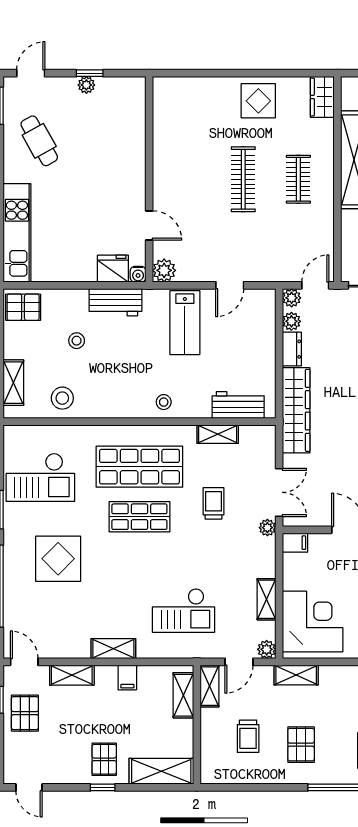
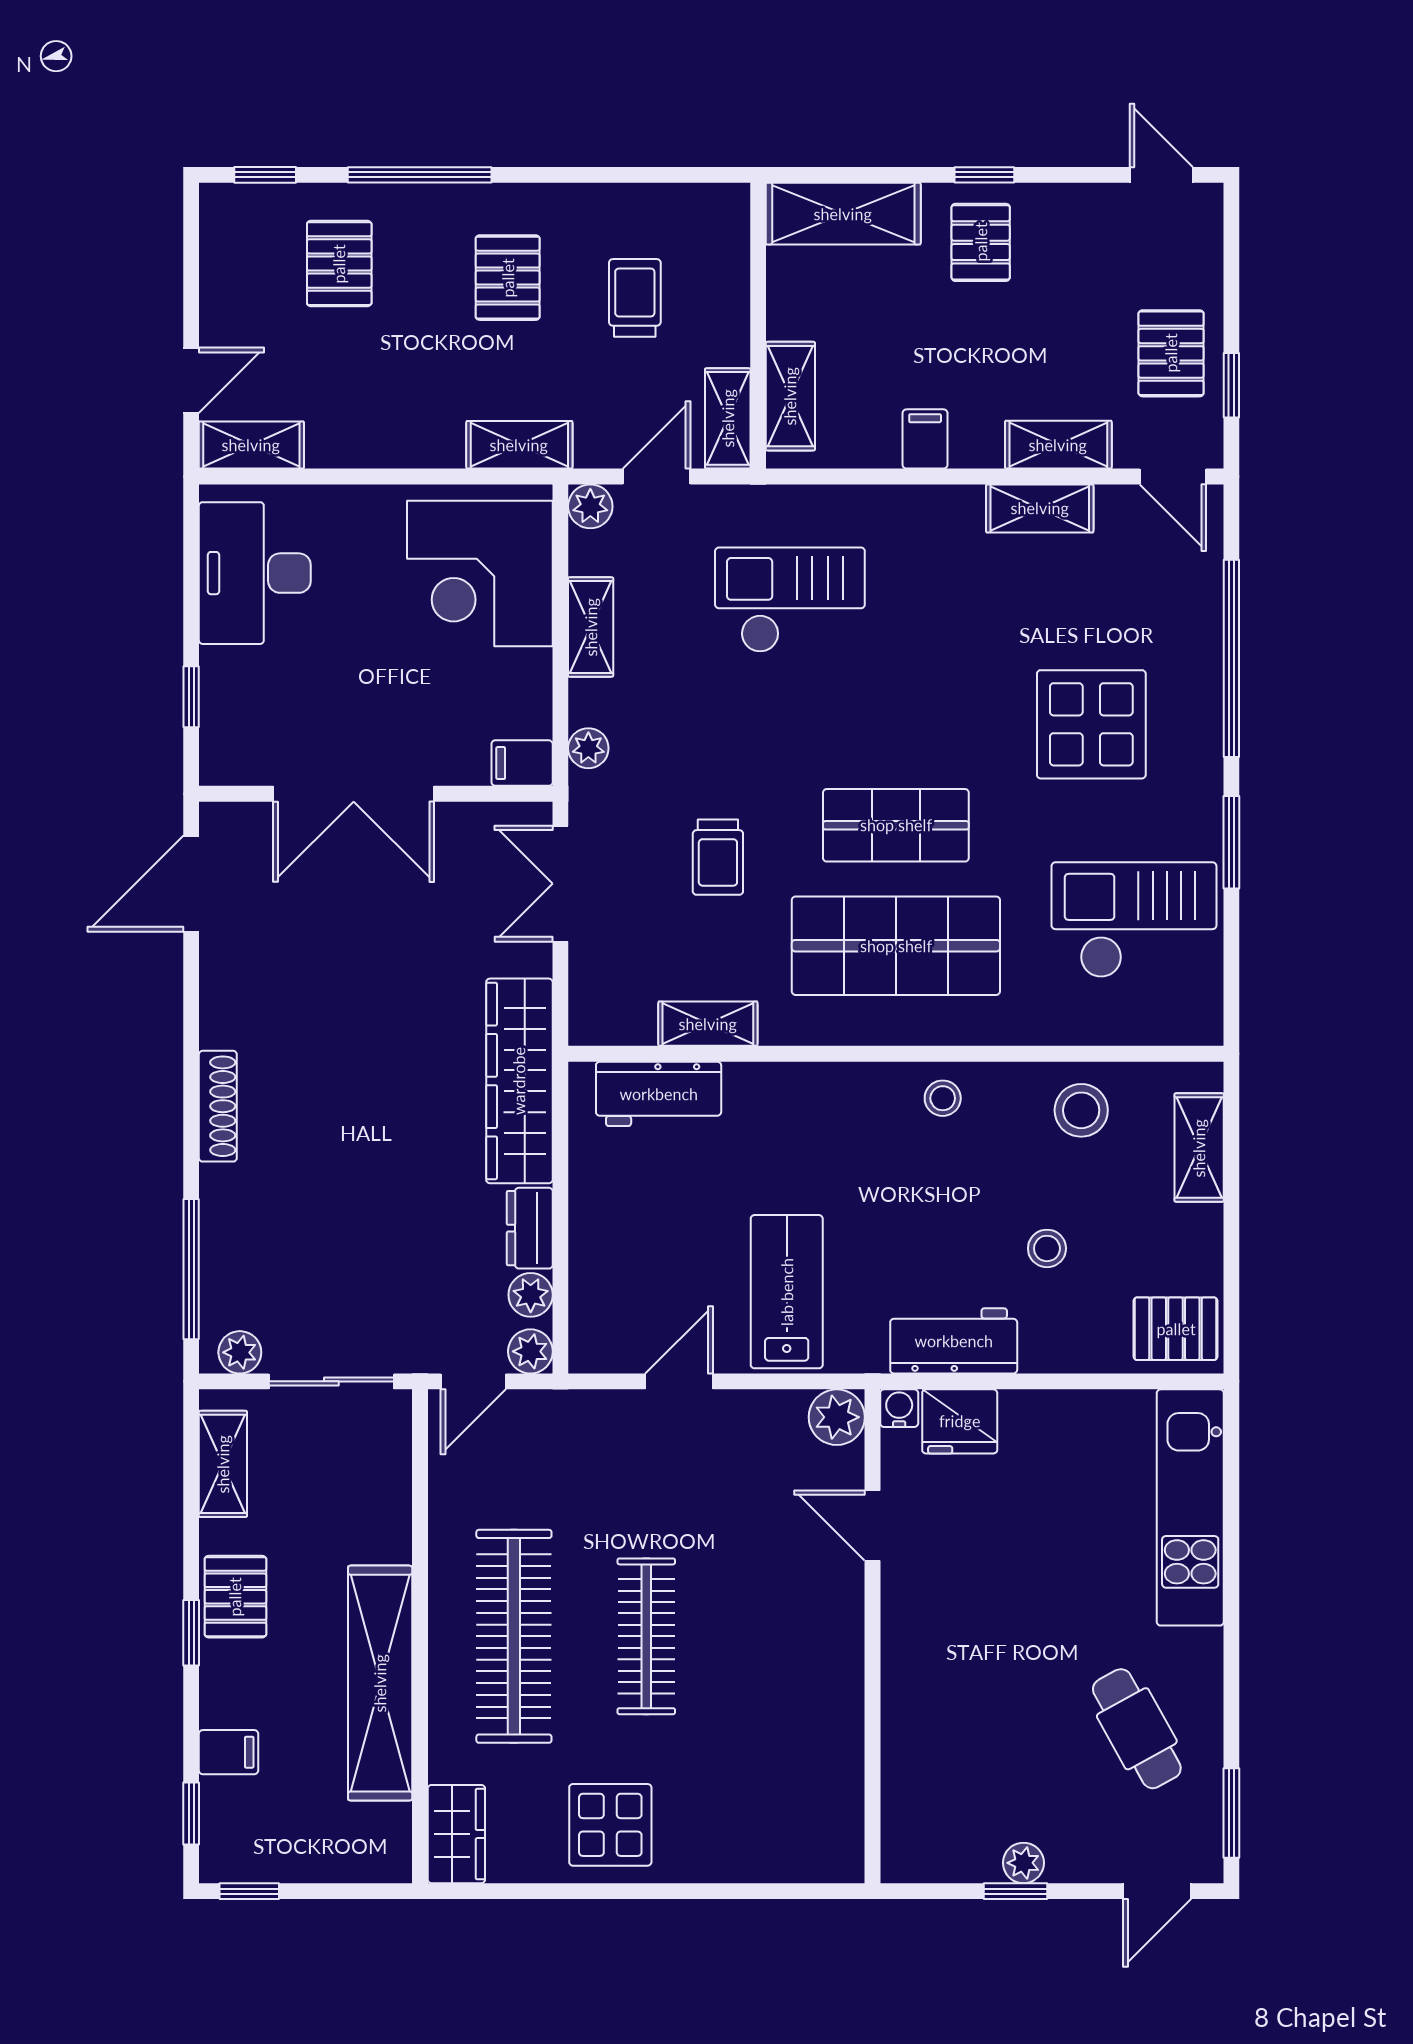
clothes rail: (298, 179) -> (514, 1636), width x1.86, depth x1.31
stool: (164, 402) -> (943, 1098), moved
plant: (267, 528) -> (588, 748), moved
shelving: (113, 649) -> (1040, 508), moved

